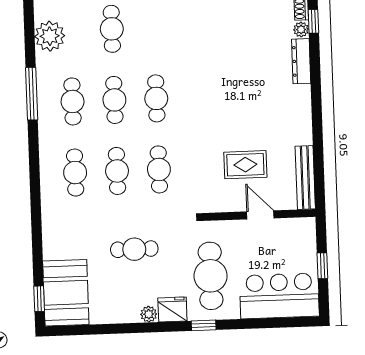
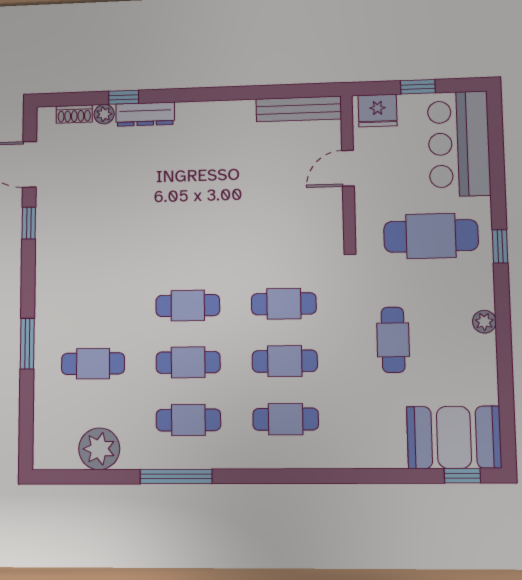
window: (313, 21) -> (124, 97), moved
rug: (245, 165) -> (280, 188), removed
fridge: (172, 309) -> (378, 110), moved, turned -90

